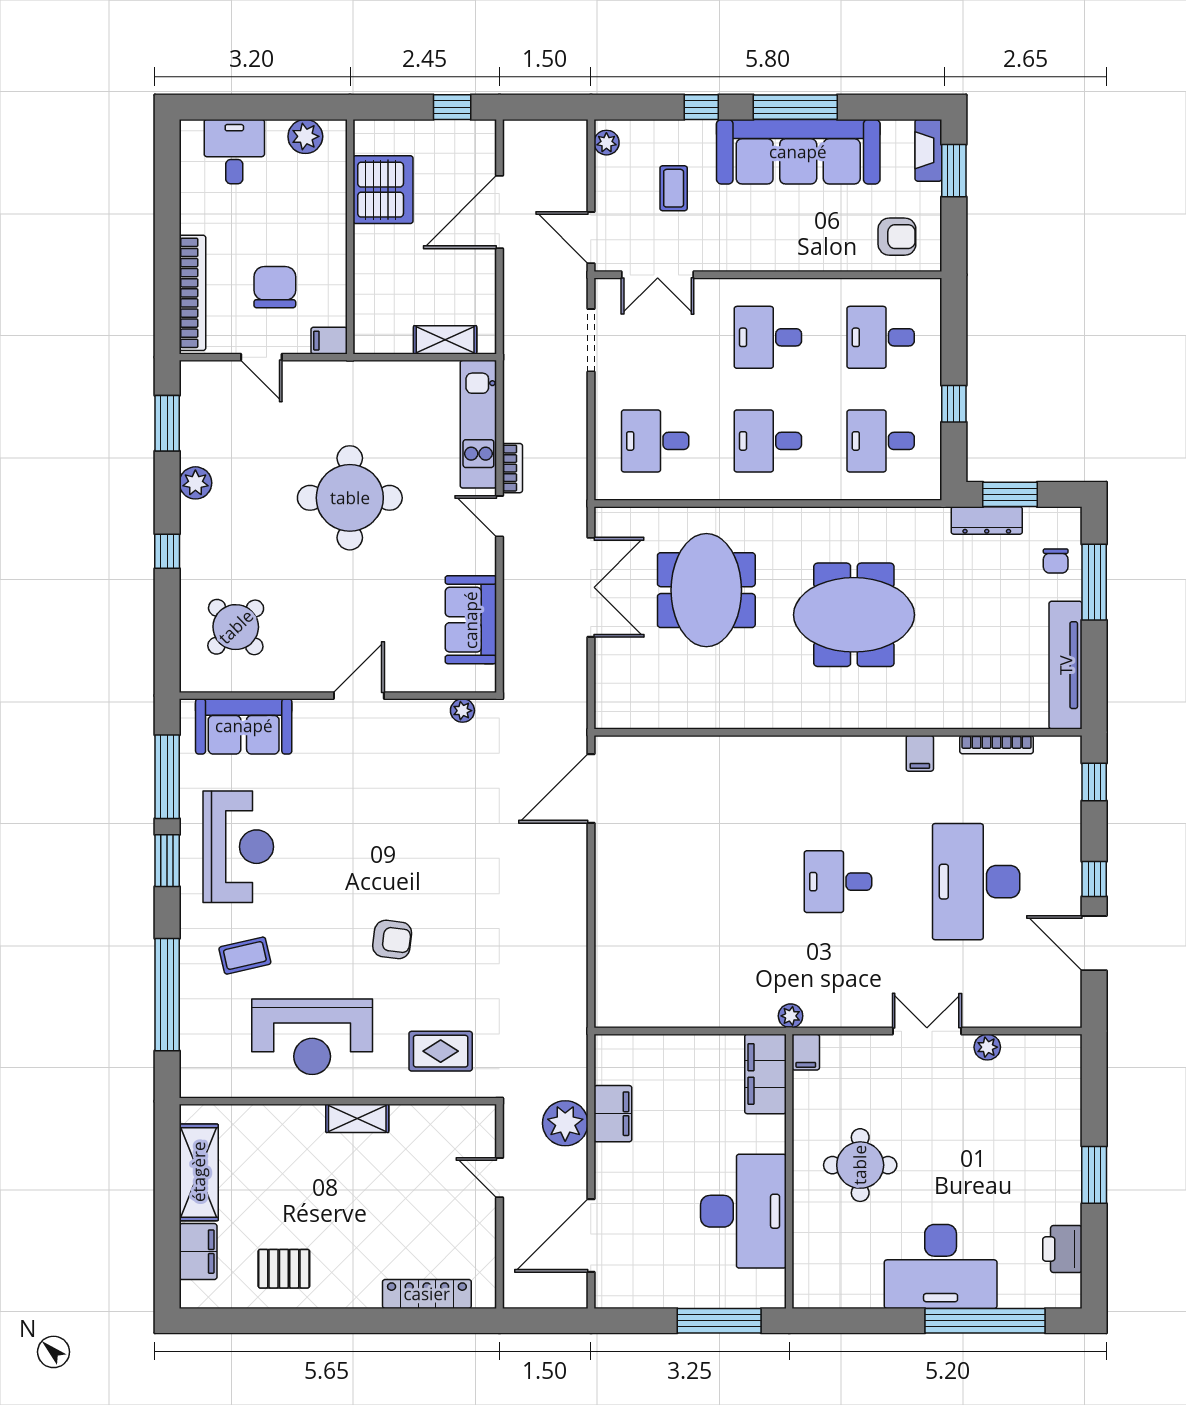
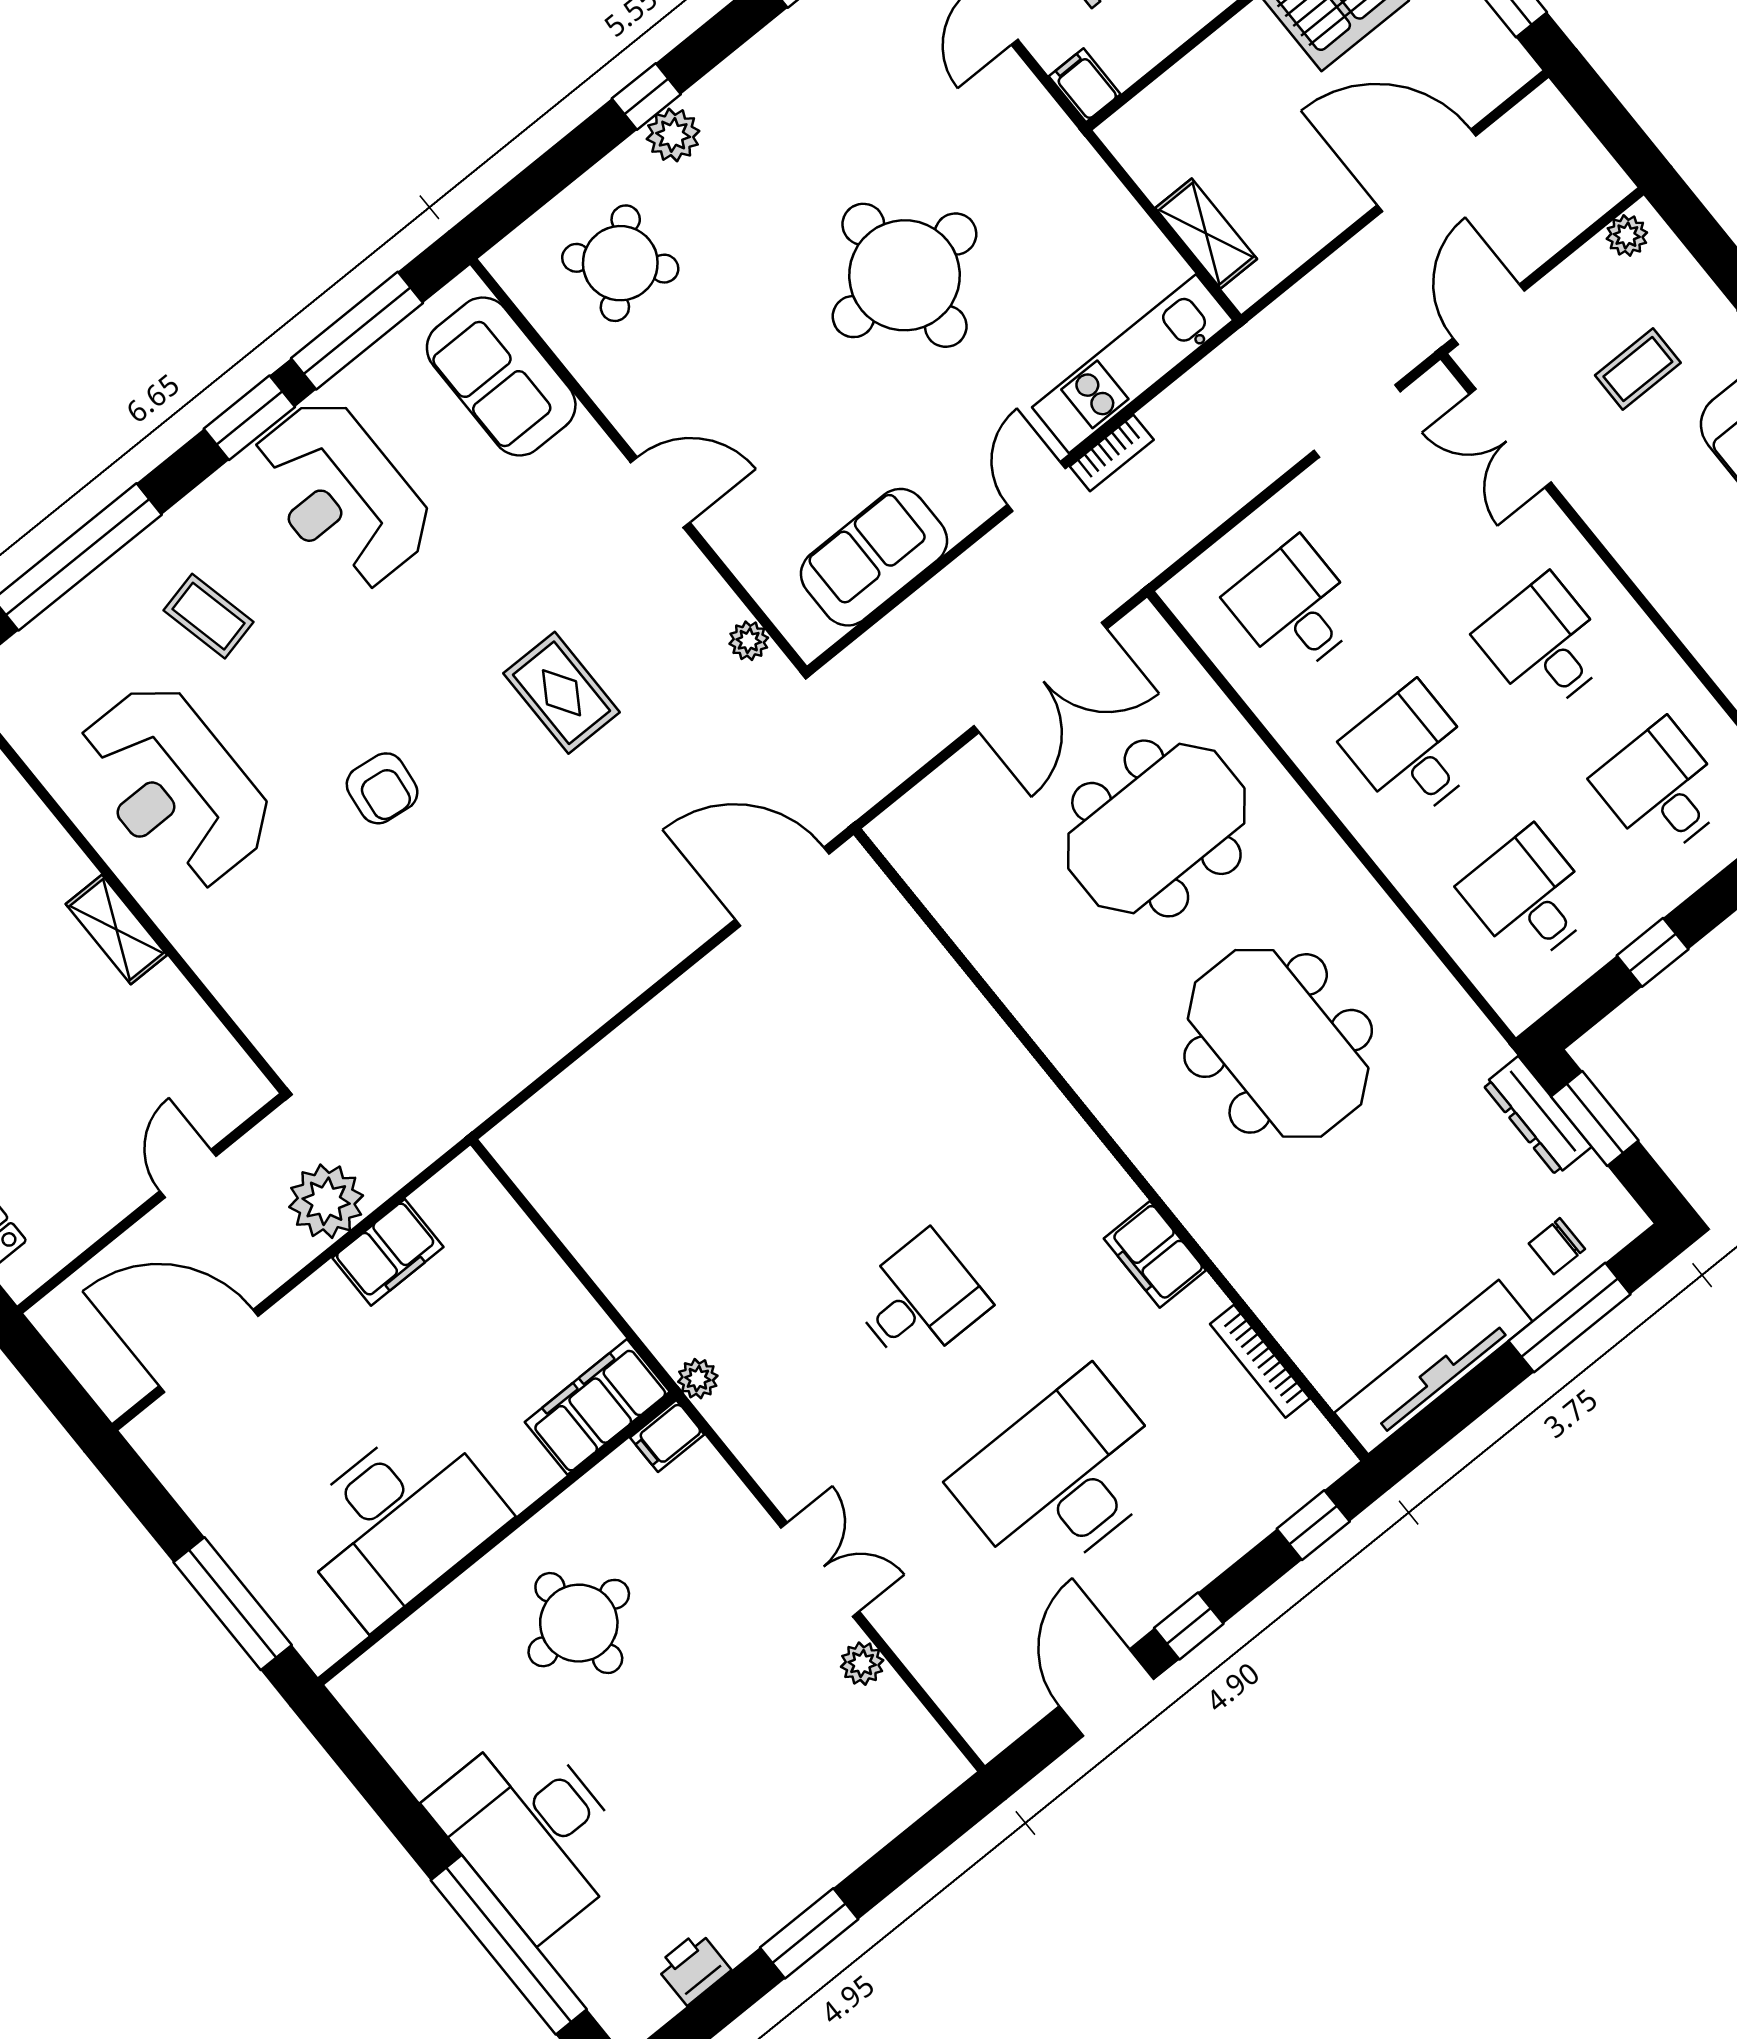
plant: (195, 483) -> (673, 135), moved
filing cabinet: (920, 753) -> (1155, 1254), width x2.00
reception desk: (238, 847) -> (341, 494), turned 90
desk: (838, 882) -> (919, 1300), turned 90
rug: (441, 1051) -> (562, 693), moved
printer: (1062, 1249) -> (693, 1968), width x0.73, depth x0.81

